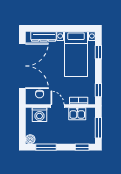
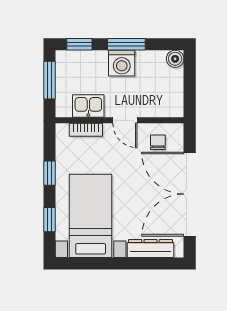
window: (98, 90) -> (49, 173), moved
washing machine: (39, 115) -> (122, 63), moved, turned 180
window: (46, 147) -> (126, 44), moved

